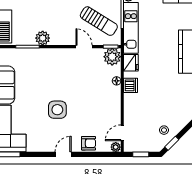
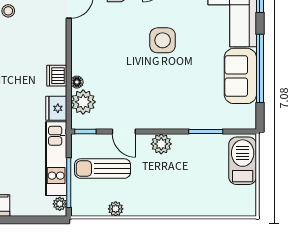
sun lounger: (99, 21) -> (103, 169), turned -32
plant: (43, 38) -> (161, 144), moved
plant: (112, 57) -> (83, 102), moved

